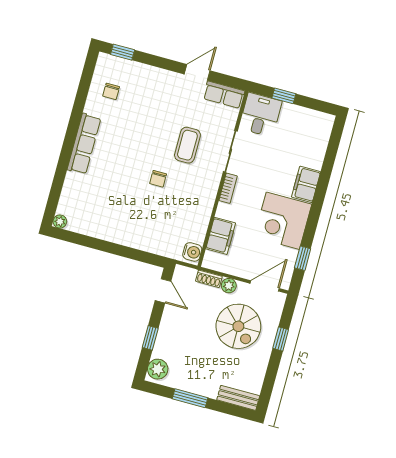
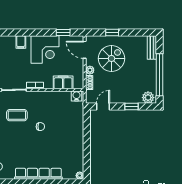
row of seats: (84, 144) -> (38, 174), width x1.36
filing cabinet: (306, 184) -> (21, 42), width x0.50
window: (190, 398) -> (160, 75), width x2.11

